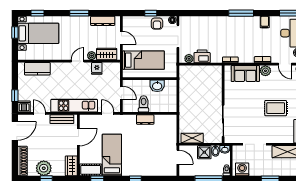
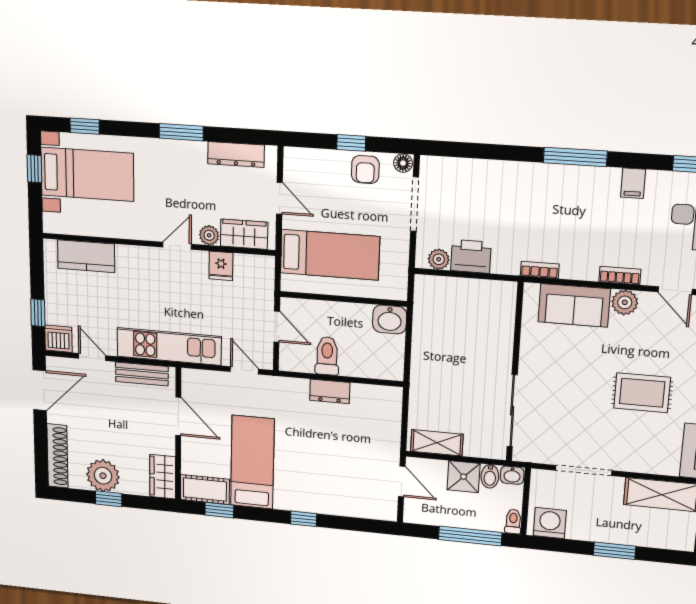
washbasin: (157, 86) -> (390, 319), moved
door: (78, 137) -> (178, 416), hinge flipped

